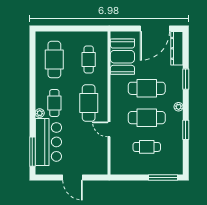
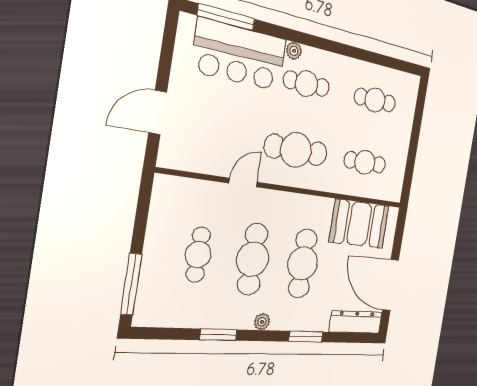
cafe table: (54, 60) -> (375, 100), width x0.73, depth x0.74
door: (73, 177) -> (158, 112), moved

